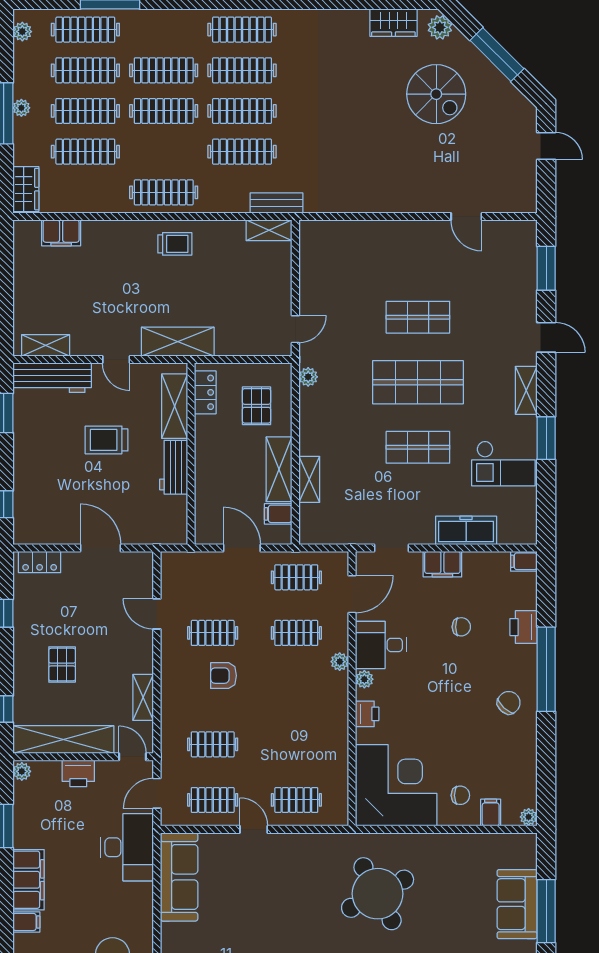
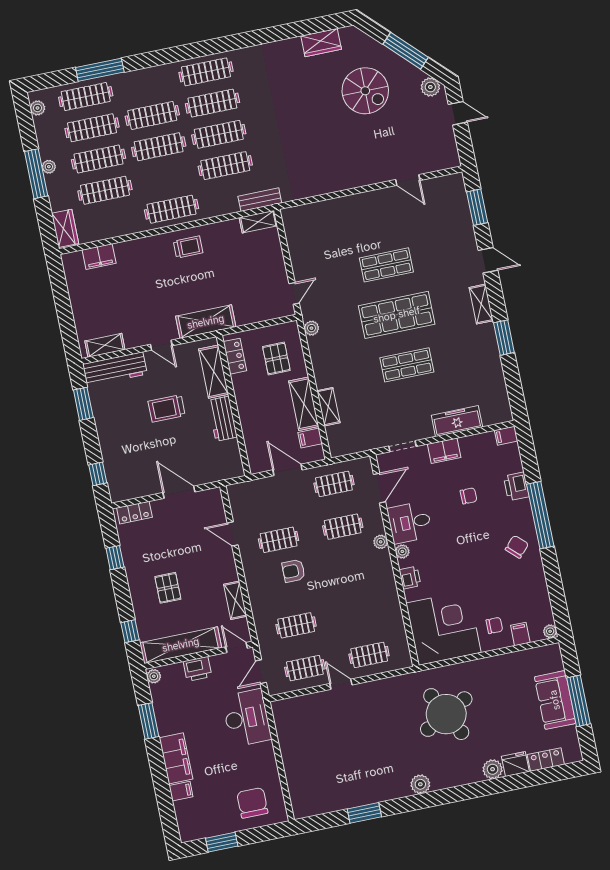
plant: (440, 27) -> (430, 87), moved
checkout: (503, 464) -> (475, 364), removed
sofa: (179, 877) -> (291, 732), removed

